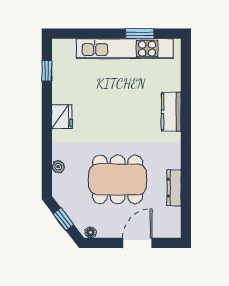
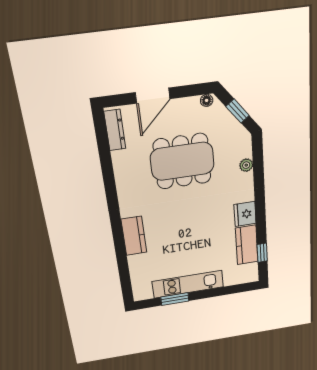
kitchen unit: (125, 49) -> (188, 284), width x0.73
kitchen counter: (62, 83) -> (247, 245), added
dresser: (174, 188) -> (115, 130), moved

